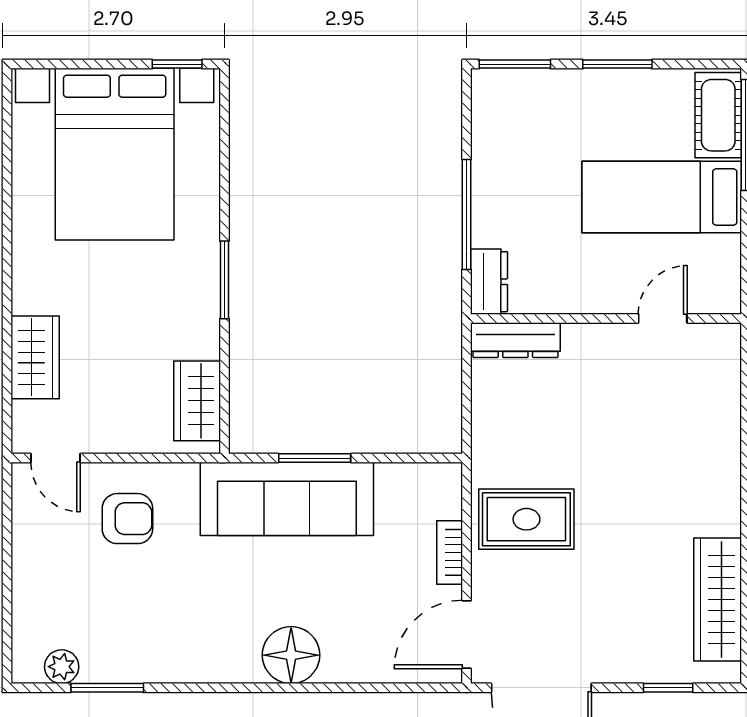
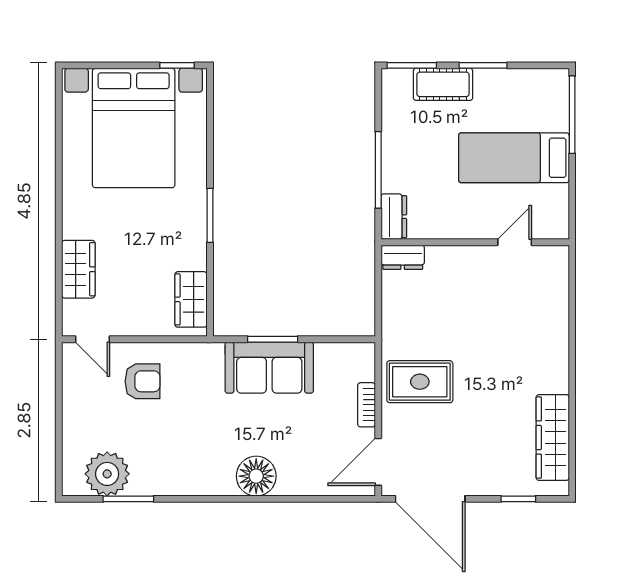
cot: (718, 115) -> (443, 84), moved, turned 90
dresser: (515, 340) -> (403, 257), width x0.70
sofa: (287, 499) -> (269, 368), width x0.73
plant: (62, 667) -> (107, 474), width x1.87, depth x1.87

